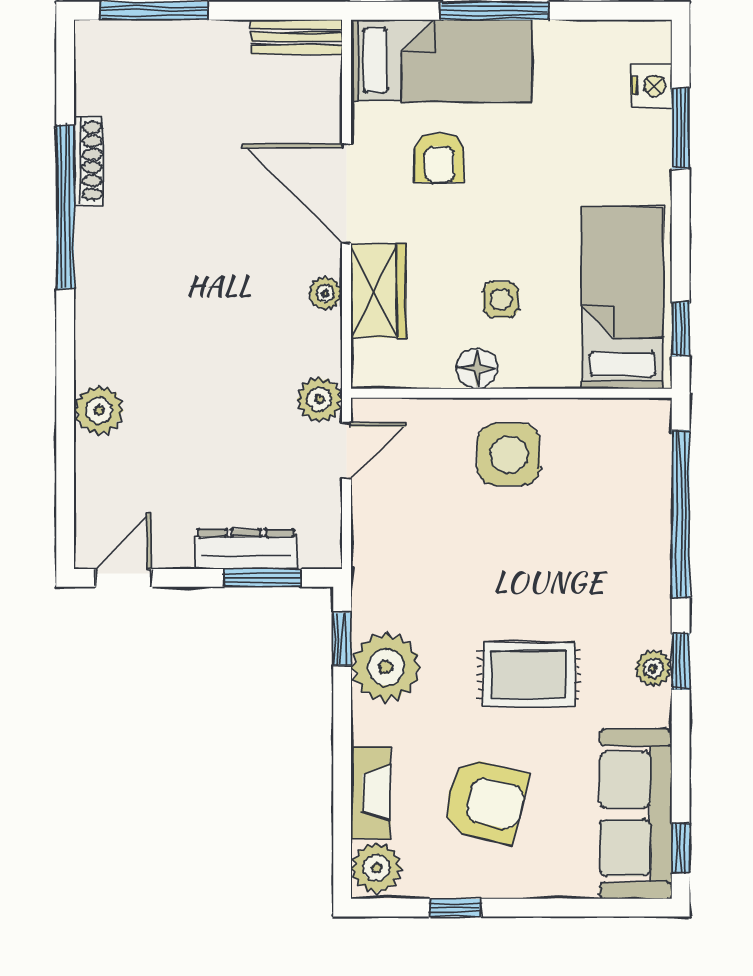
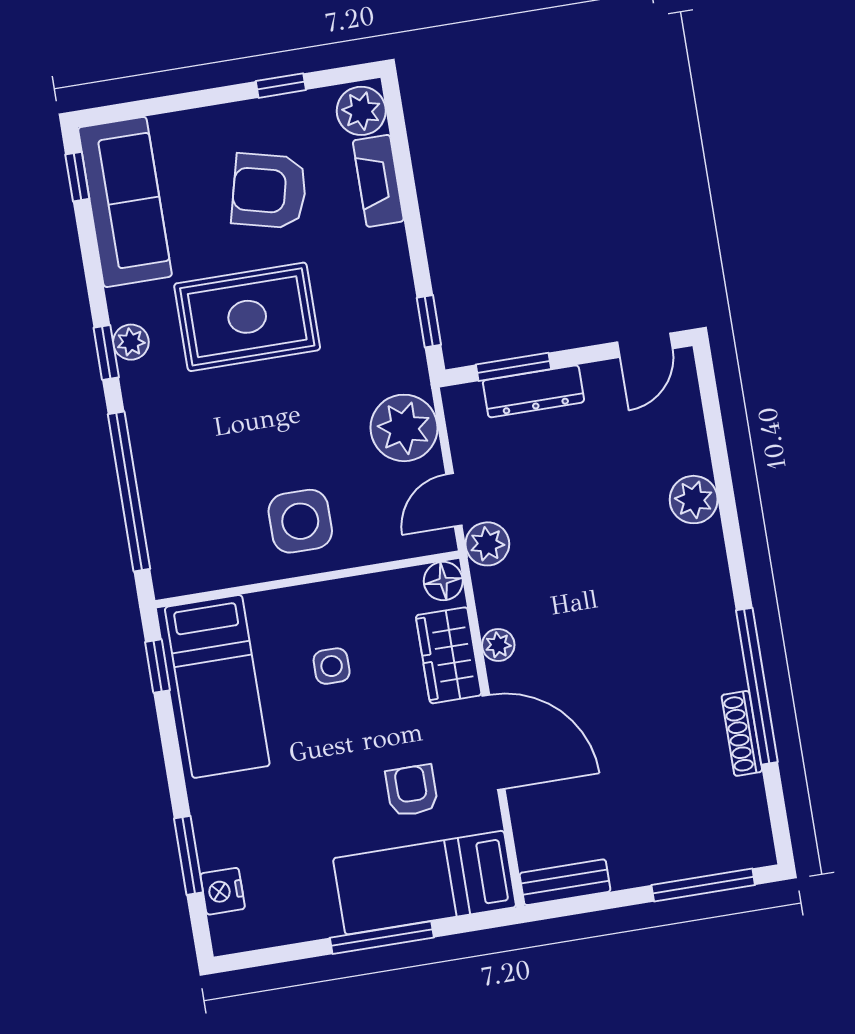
floor lamp: (477, 369) -> (443, 581), moved
plant: (386, 667) -> (404, 428), moved
rug: (529, 675) -> (247, 317), width x1.36, depth x1.43

